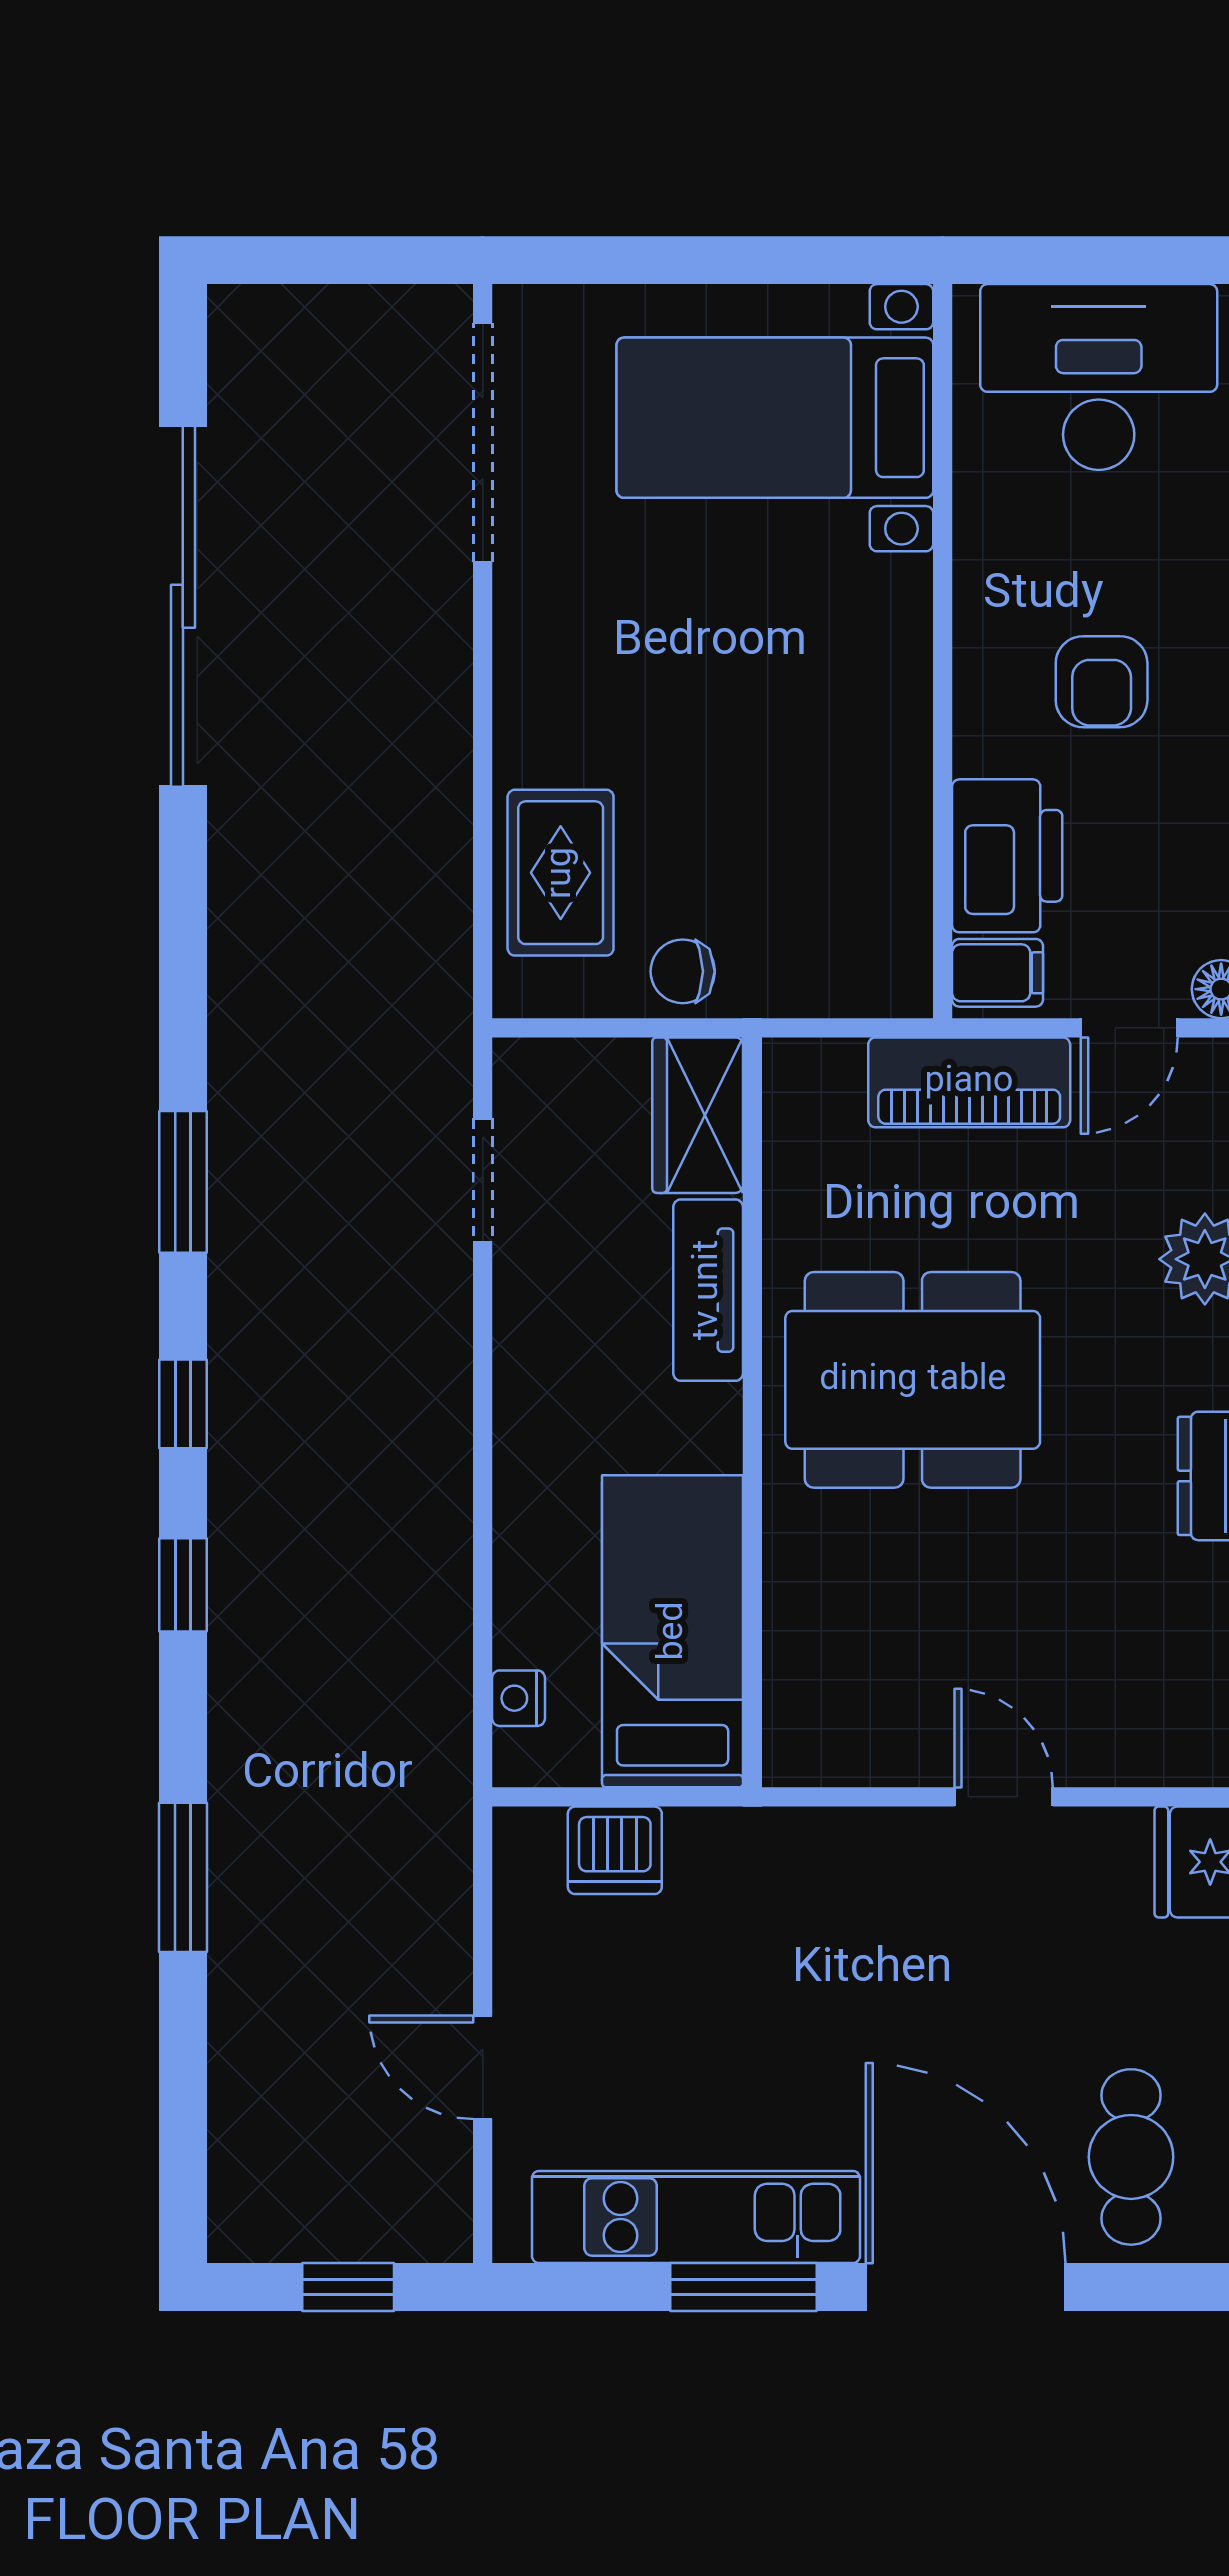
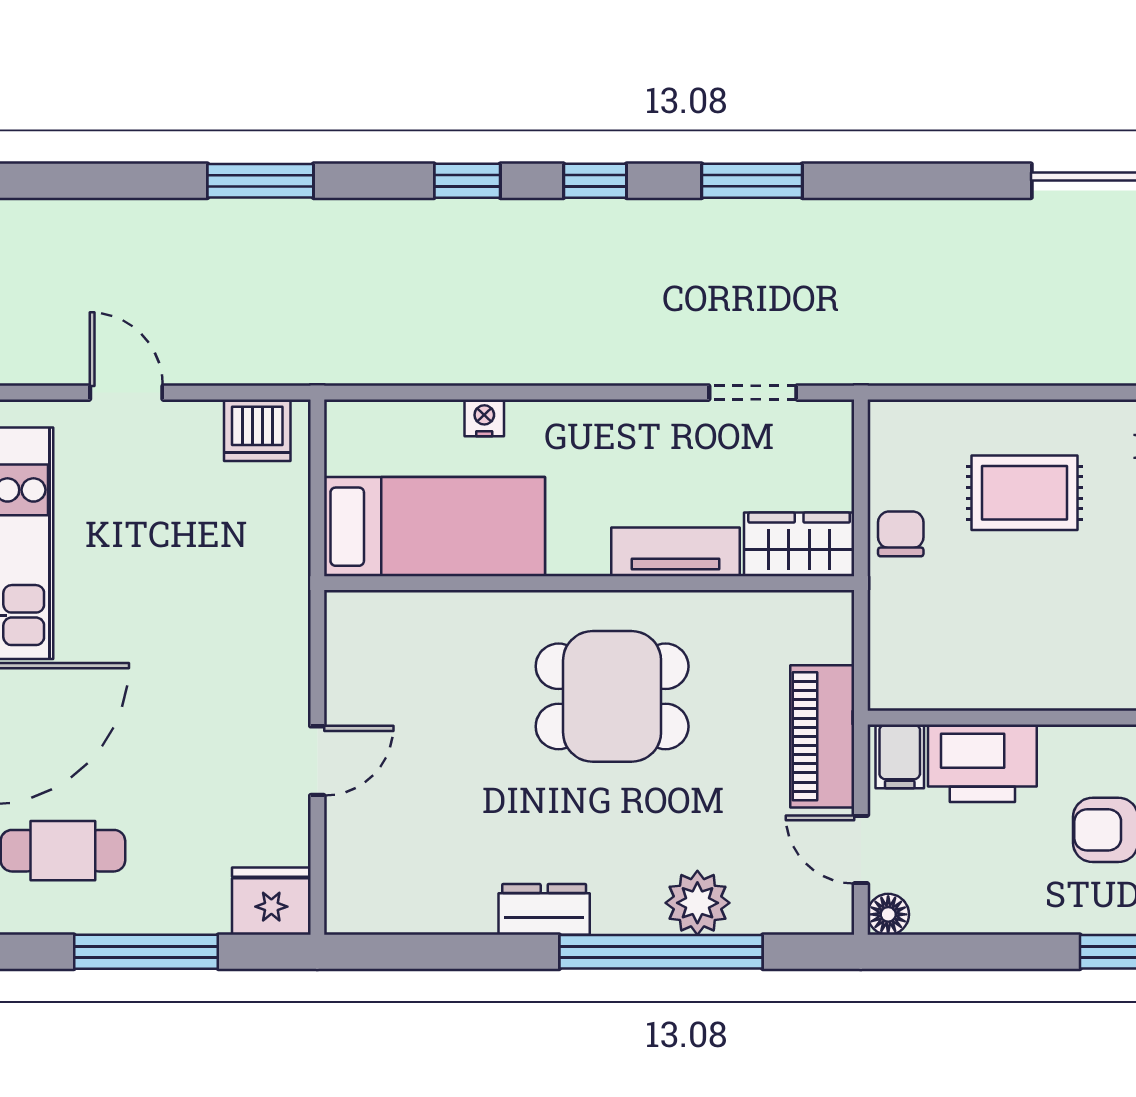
rug: (561, 873) -> (1025, 493), moved
dining table: (913, 1380) -> (612, 696), width x0.73
nightstand: (519, 1698) -> (484, 418), moved
dishwasher: (615, 1850) -> (257, 430), moved, turned -90
door: (483, 2067) -> (126, 393), hinge flipped

